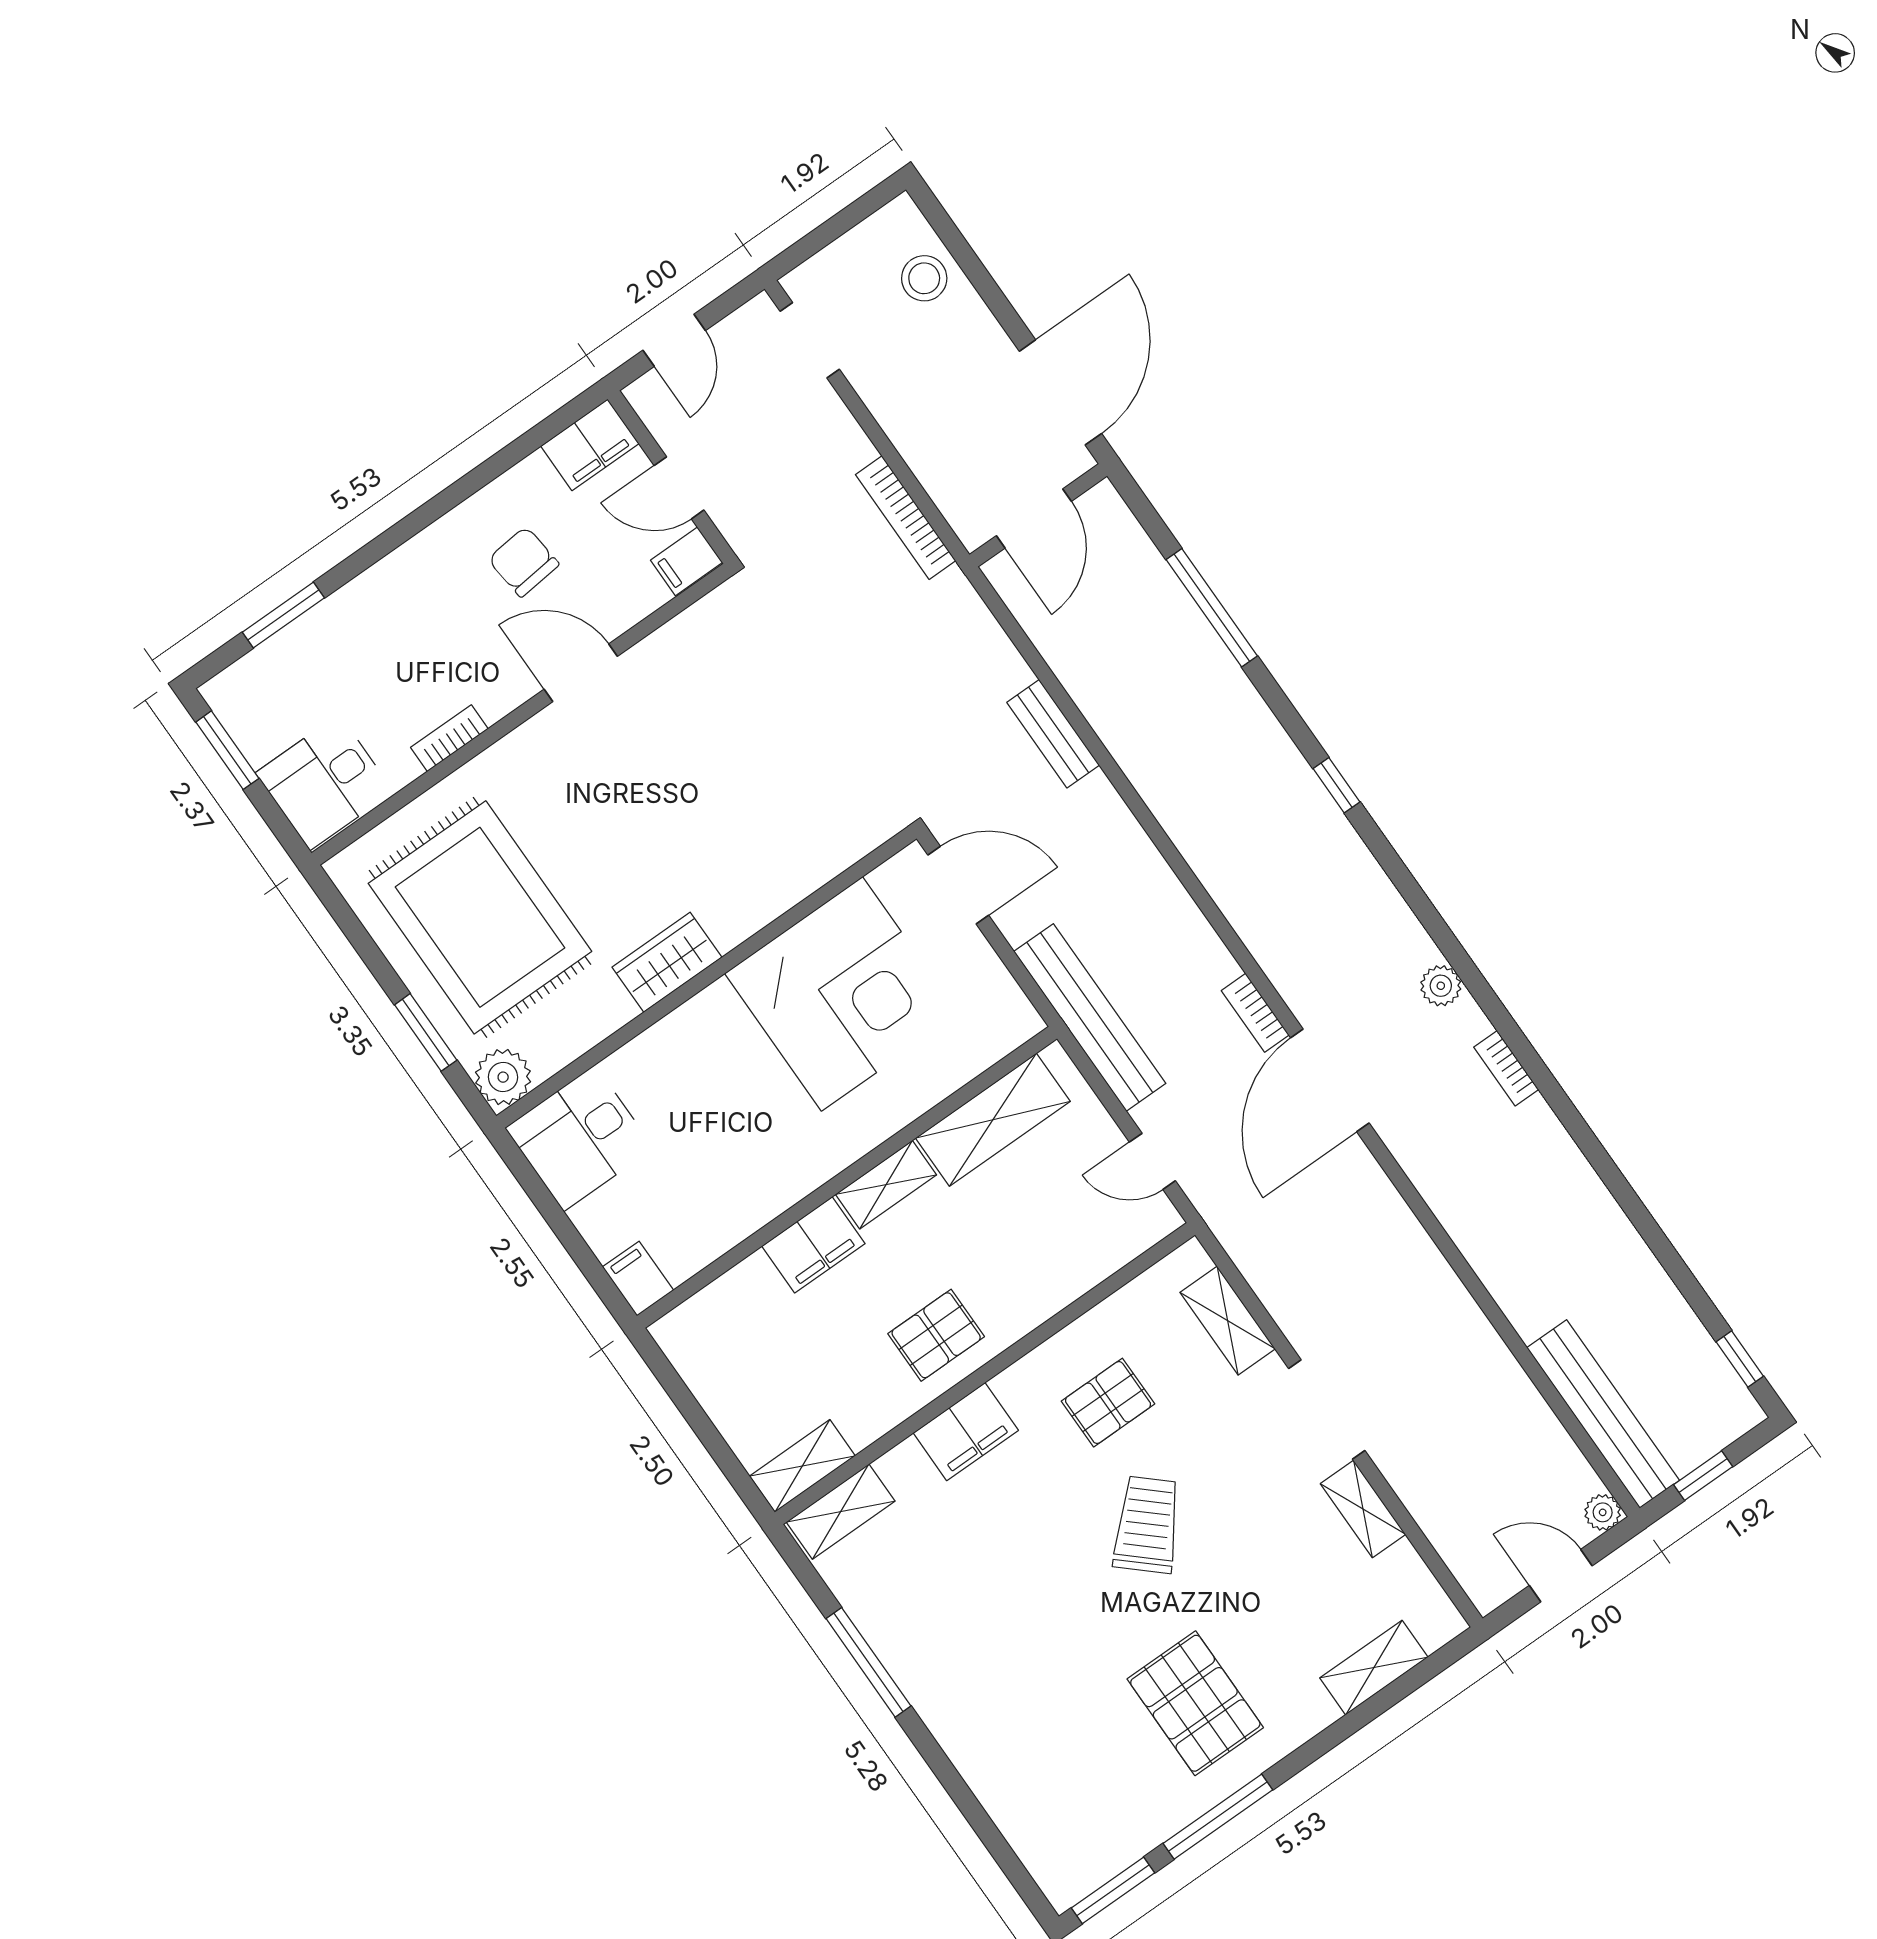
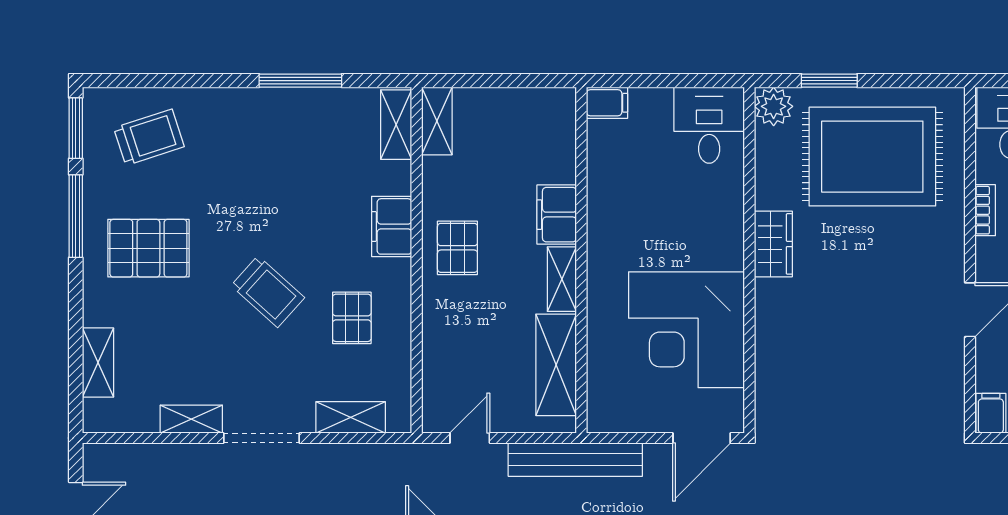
trolley: (1063, 1795) -> (149, 137), added

